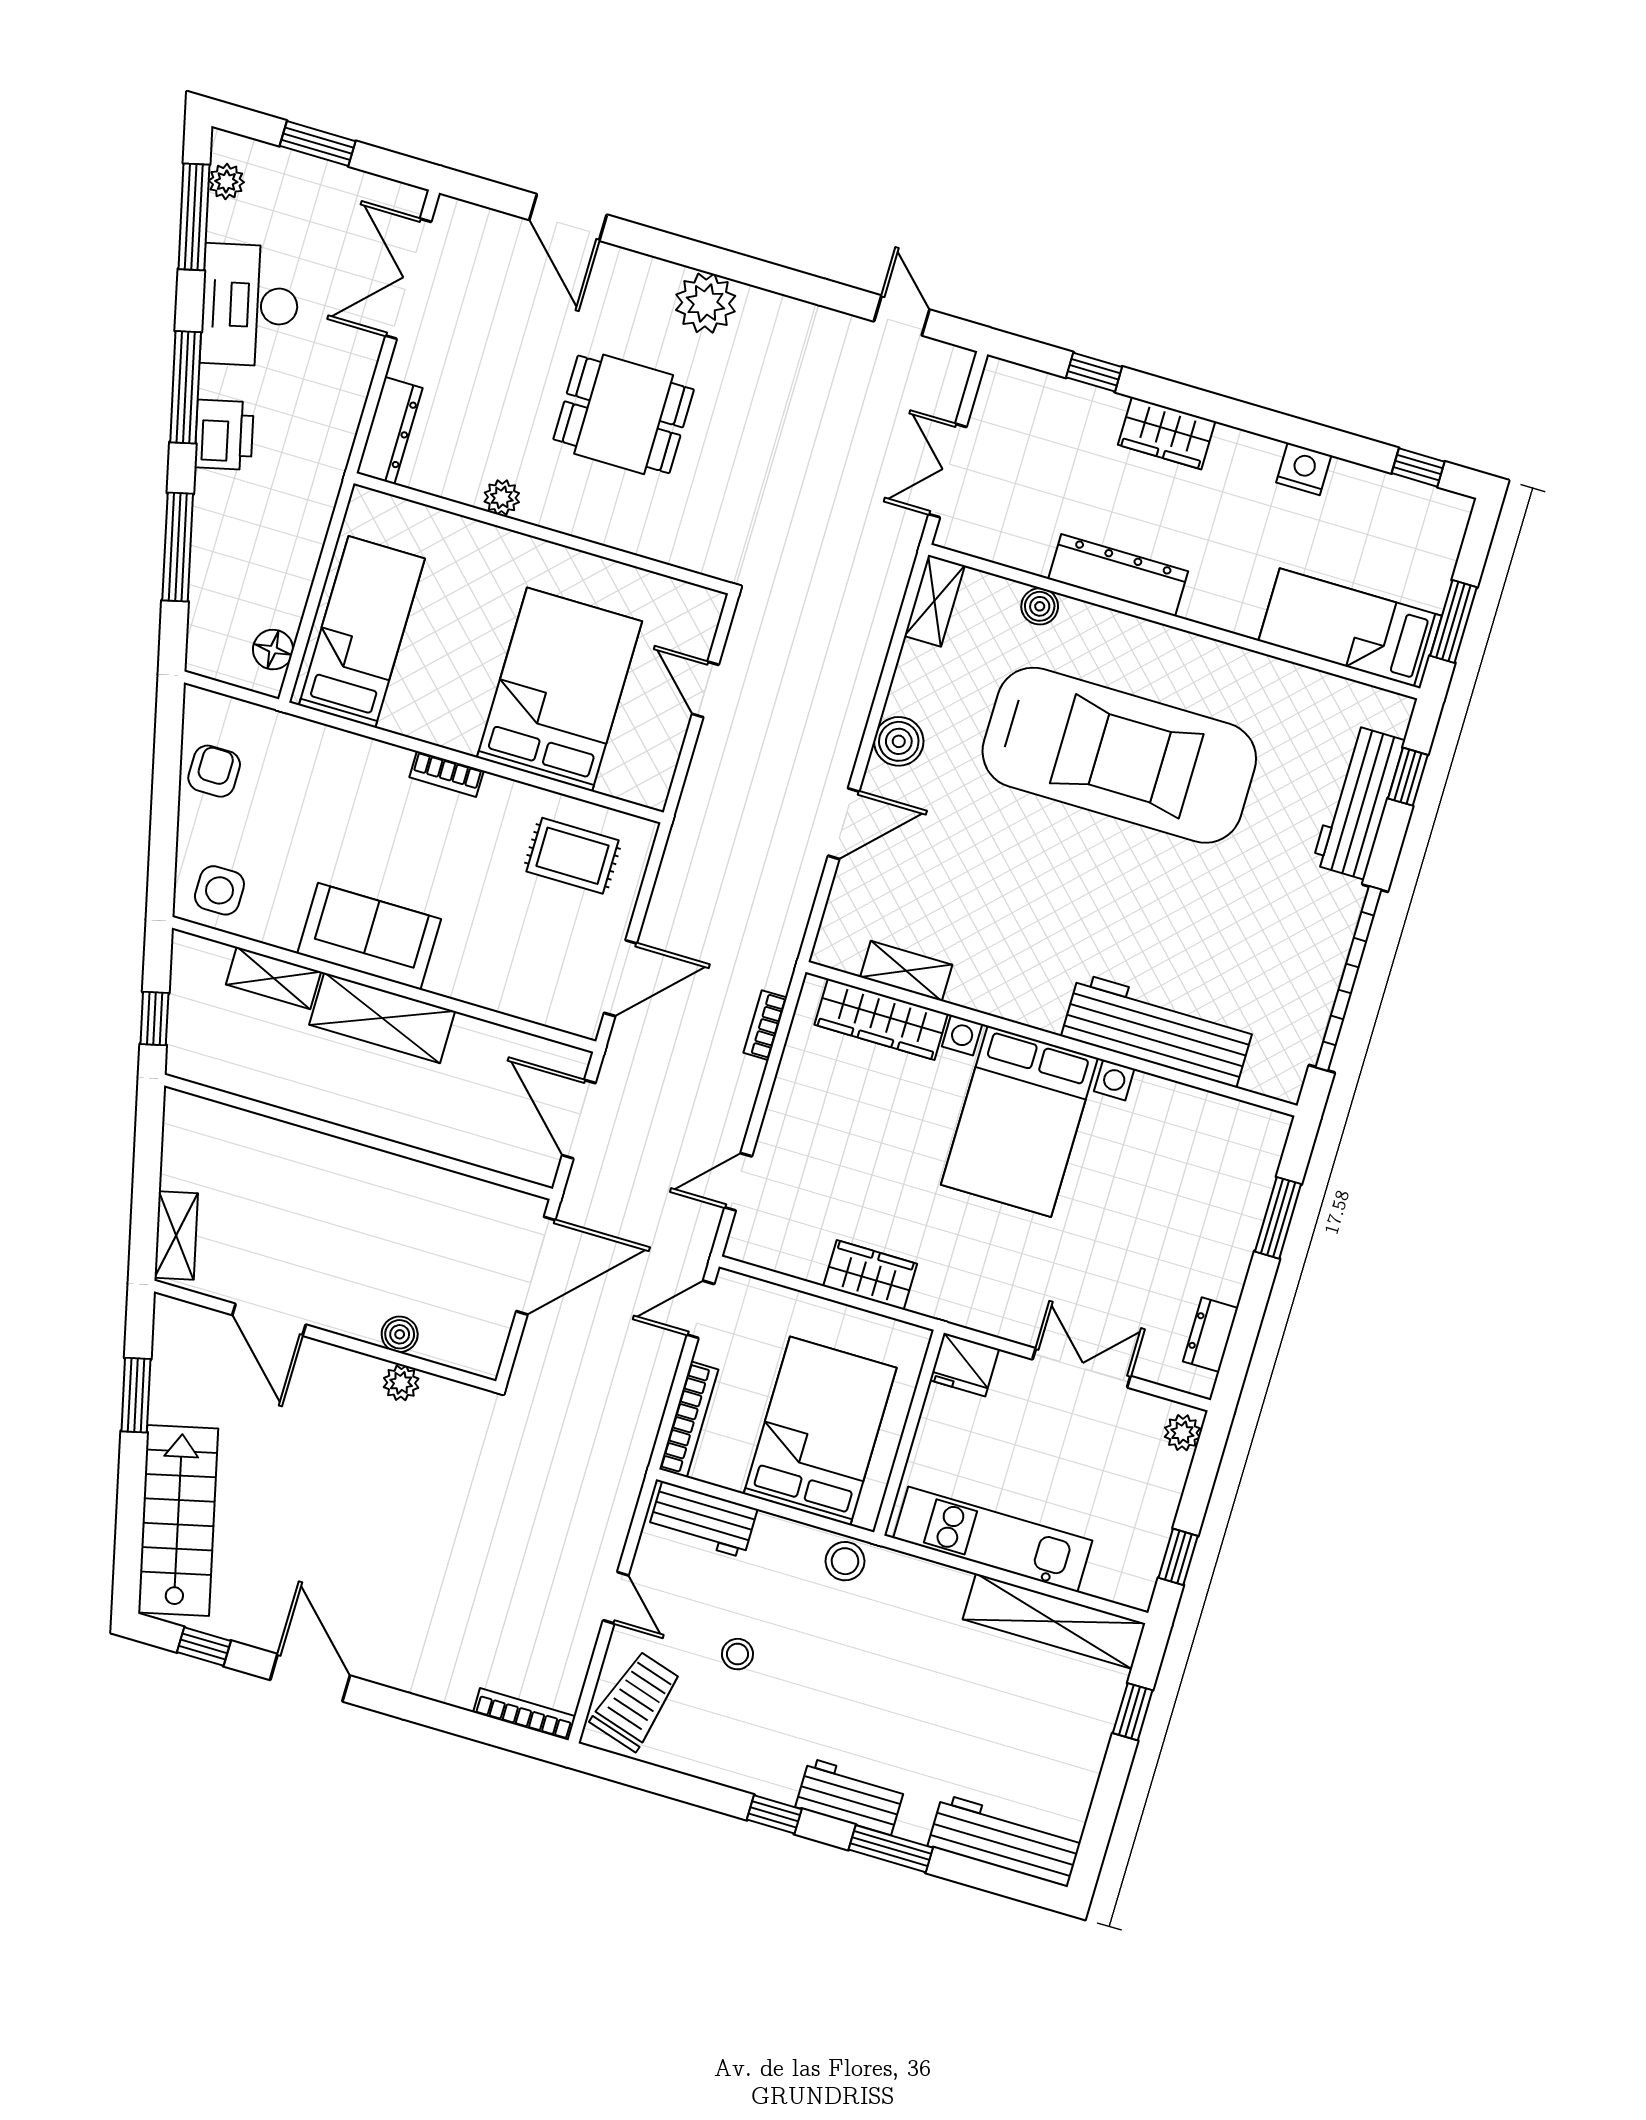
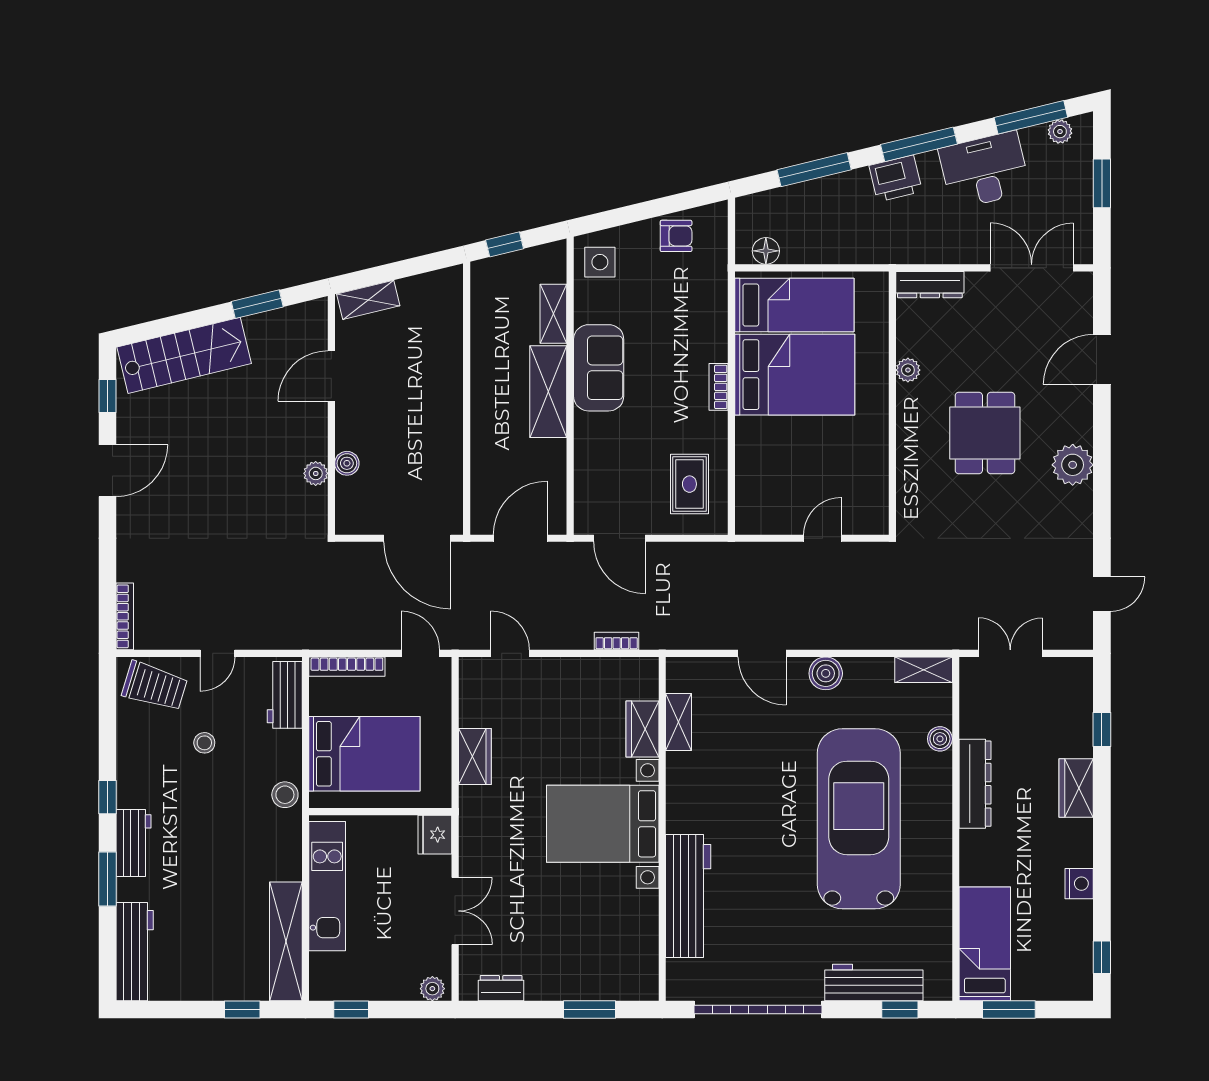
bed: (560, 689) -> (795, 375), moved
car: (1119, 755) -> (859, 819), turned 180
wardrobe: (881, 1019) -> (643, 729), width x0.67

